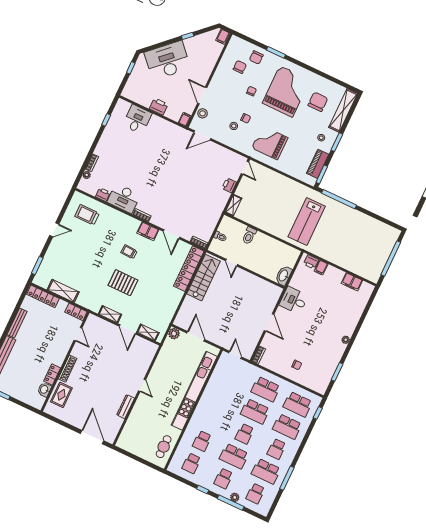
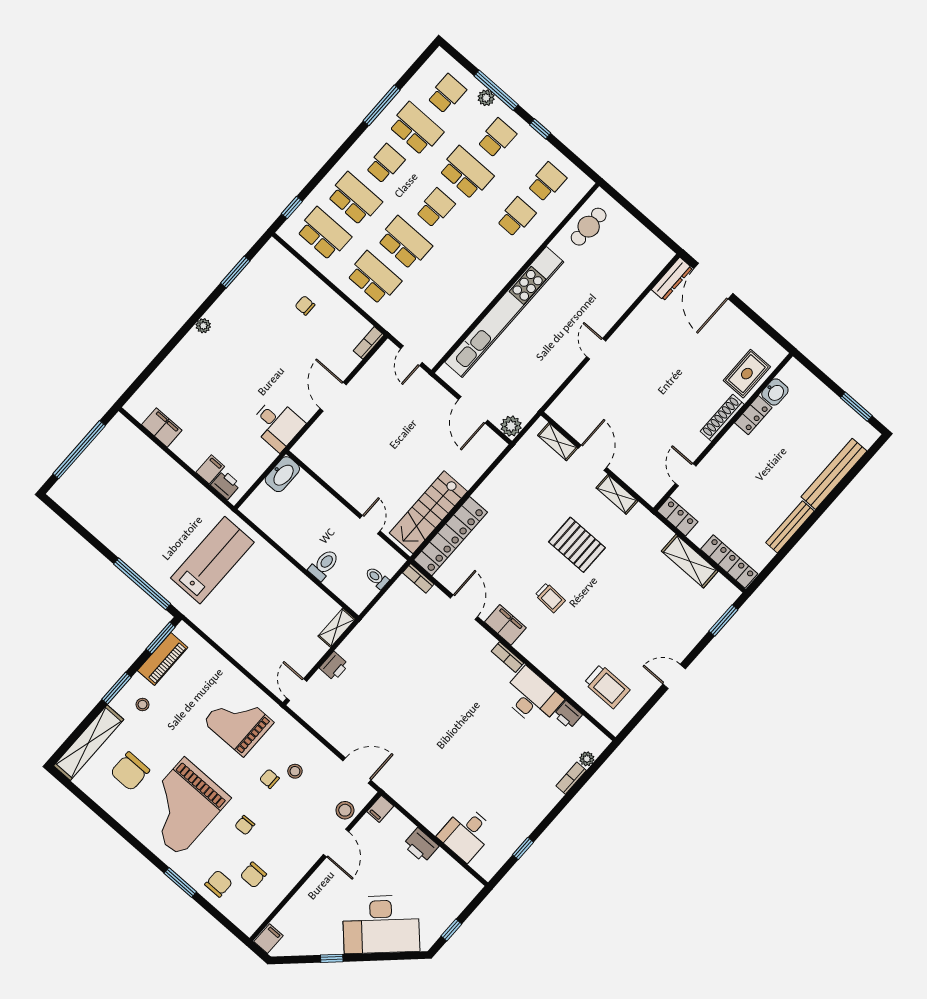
grand piano: (270, 143) -> (238, 722), turned 180
dresser: (126, 407) -> (672, 279), moved

